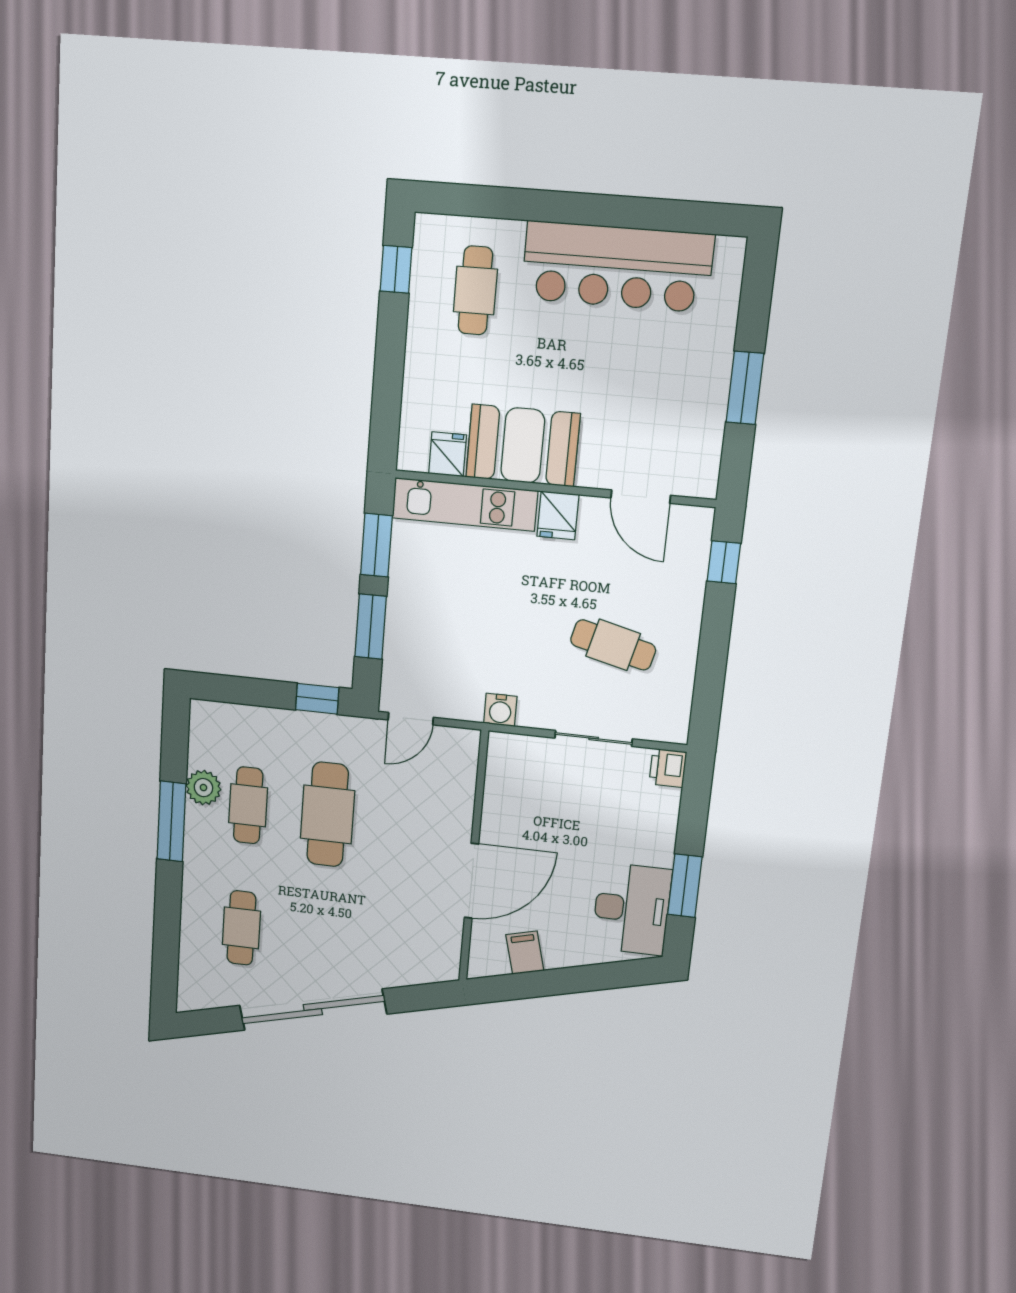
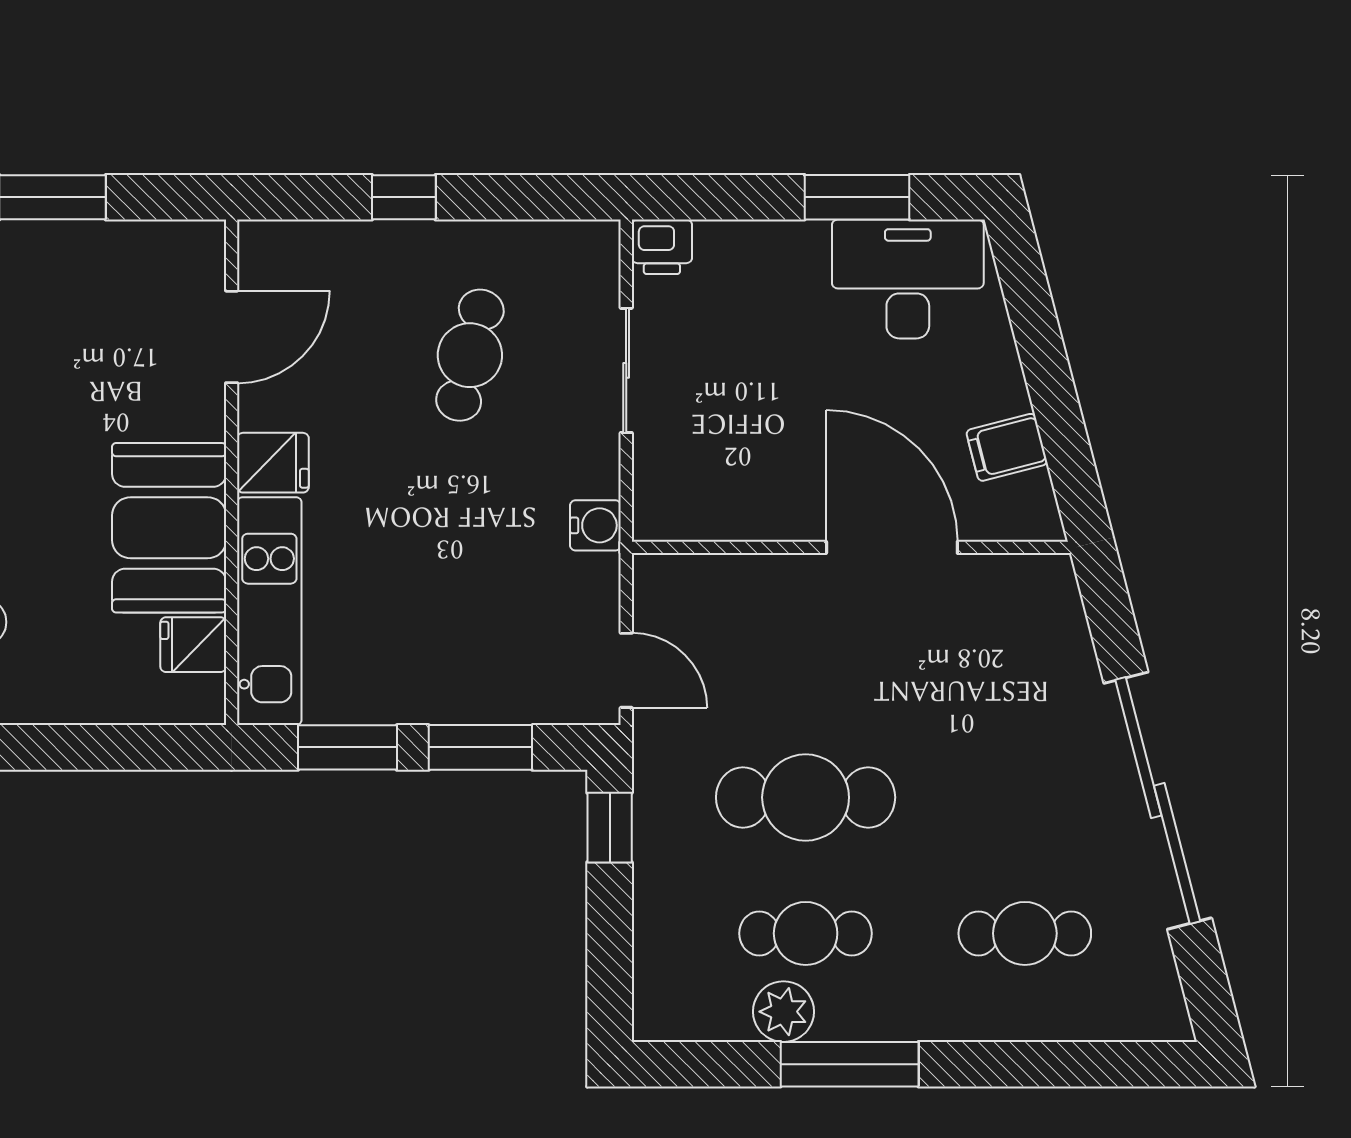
window: (724, 562) -> (404, 197), moved

